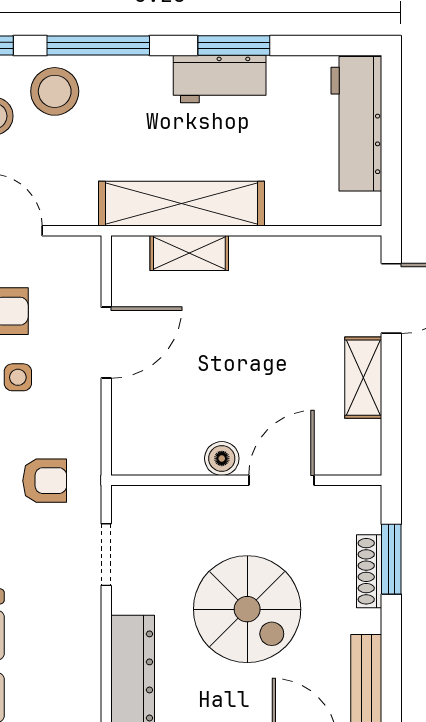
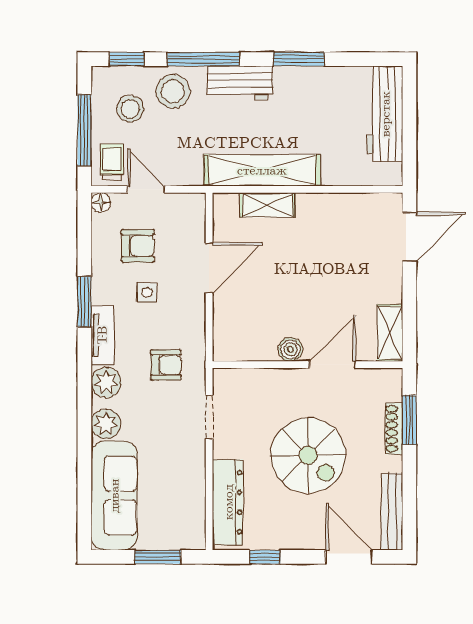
workbench: (220, 79) -> (240, 83), moved
shelving: (363, 378) -> (390, 333), moved

